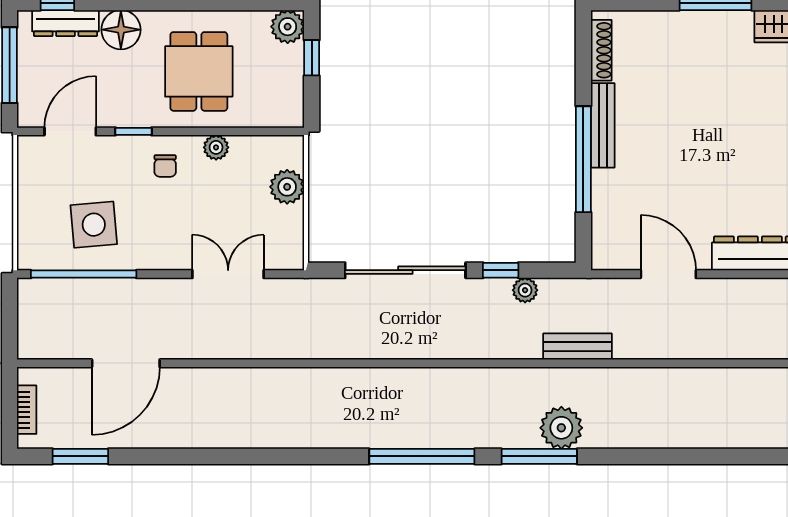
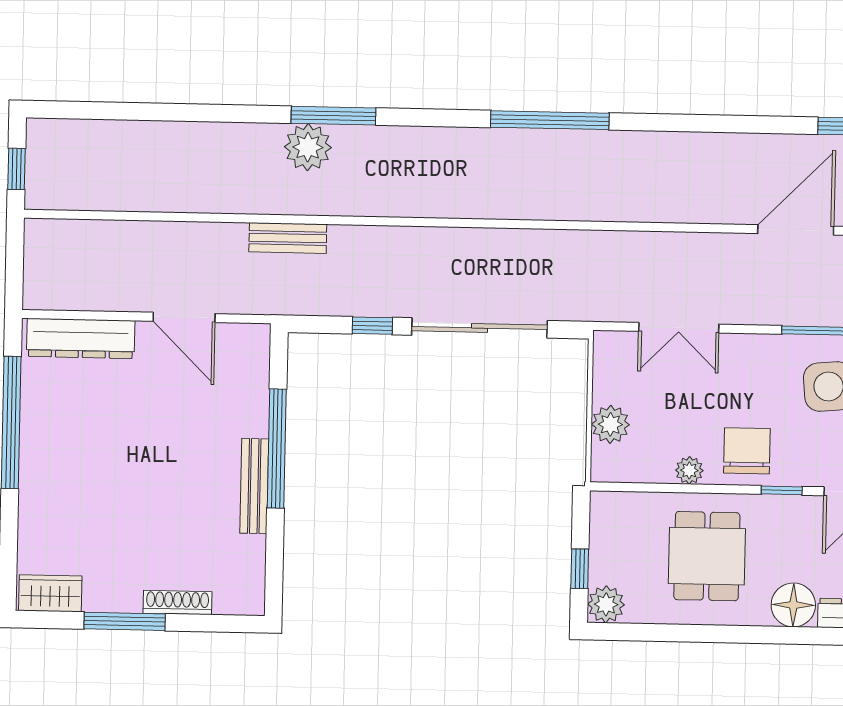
shoe rack: (601, 50) -> (178, 602), moved, turned 90
chair: (165, 166) -> (747, 451), width x1.87, depth x1.87
plant: (525, 290) -> (345, 303), removed
window: (422, 456) -> (550, 120), moved

